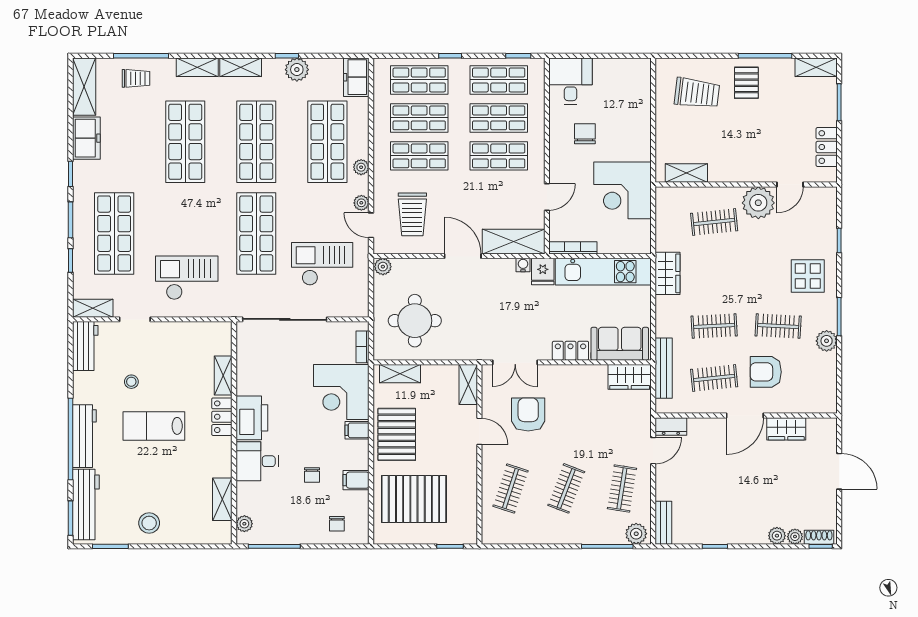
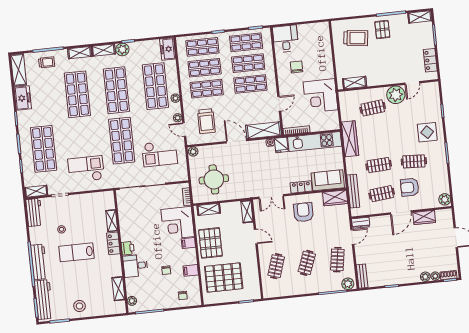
plant: (297, 70) -> (122, 49), moved
checkout: (322, 264) -> (160, 154), turned 180
wardrobe: (667, 273) -> (350, 139), width x1.50
plant: (827, 341) -> (445, 199), moved
armchair: (528, 414) -> (303, 212), moved
printer: (252, 418) -> (128, 248), width x0.53, depth x0.68

